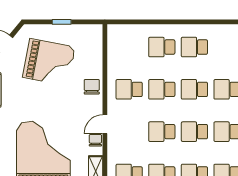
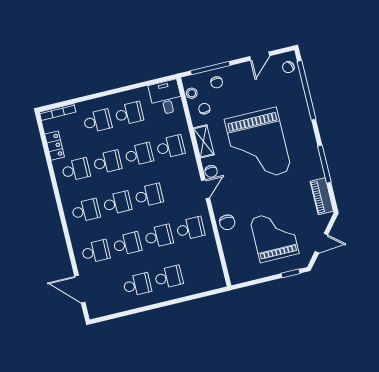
window: (62, 22) -> (291, 273), moved
grand piano: (49, 62) -> (274, 236), turned 79

